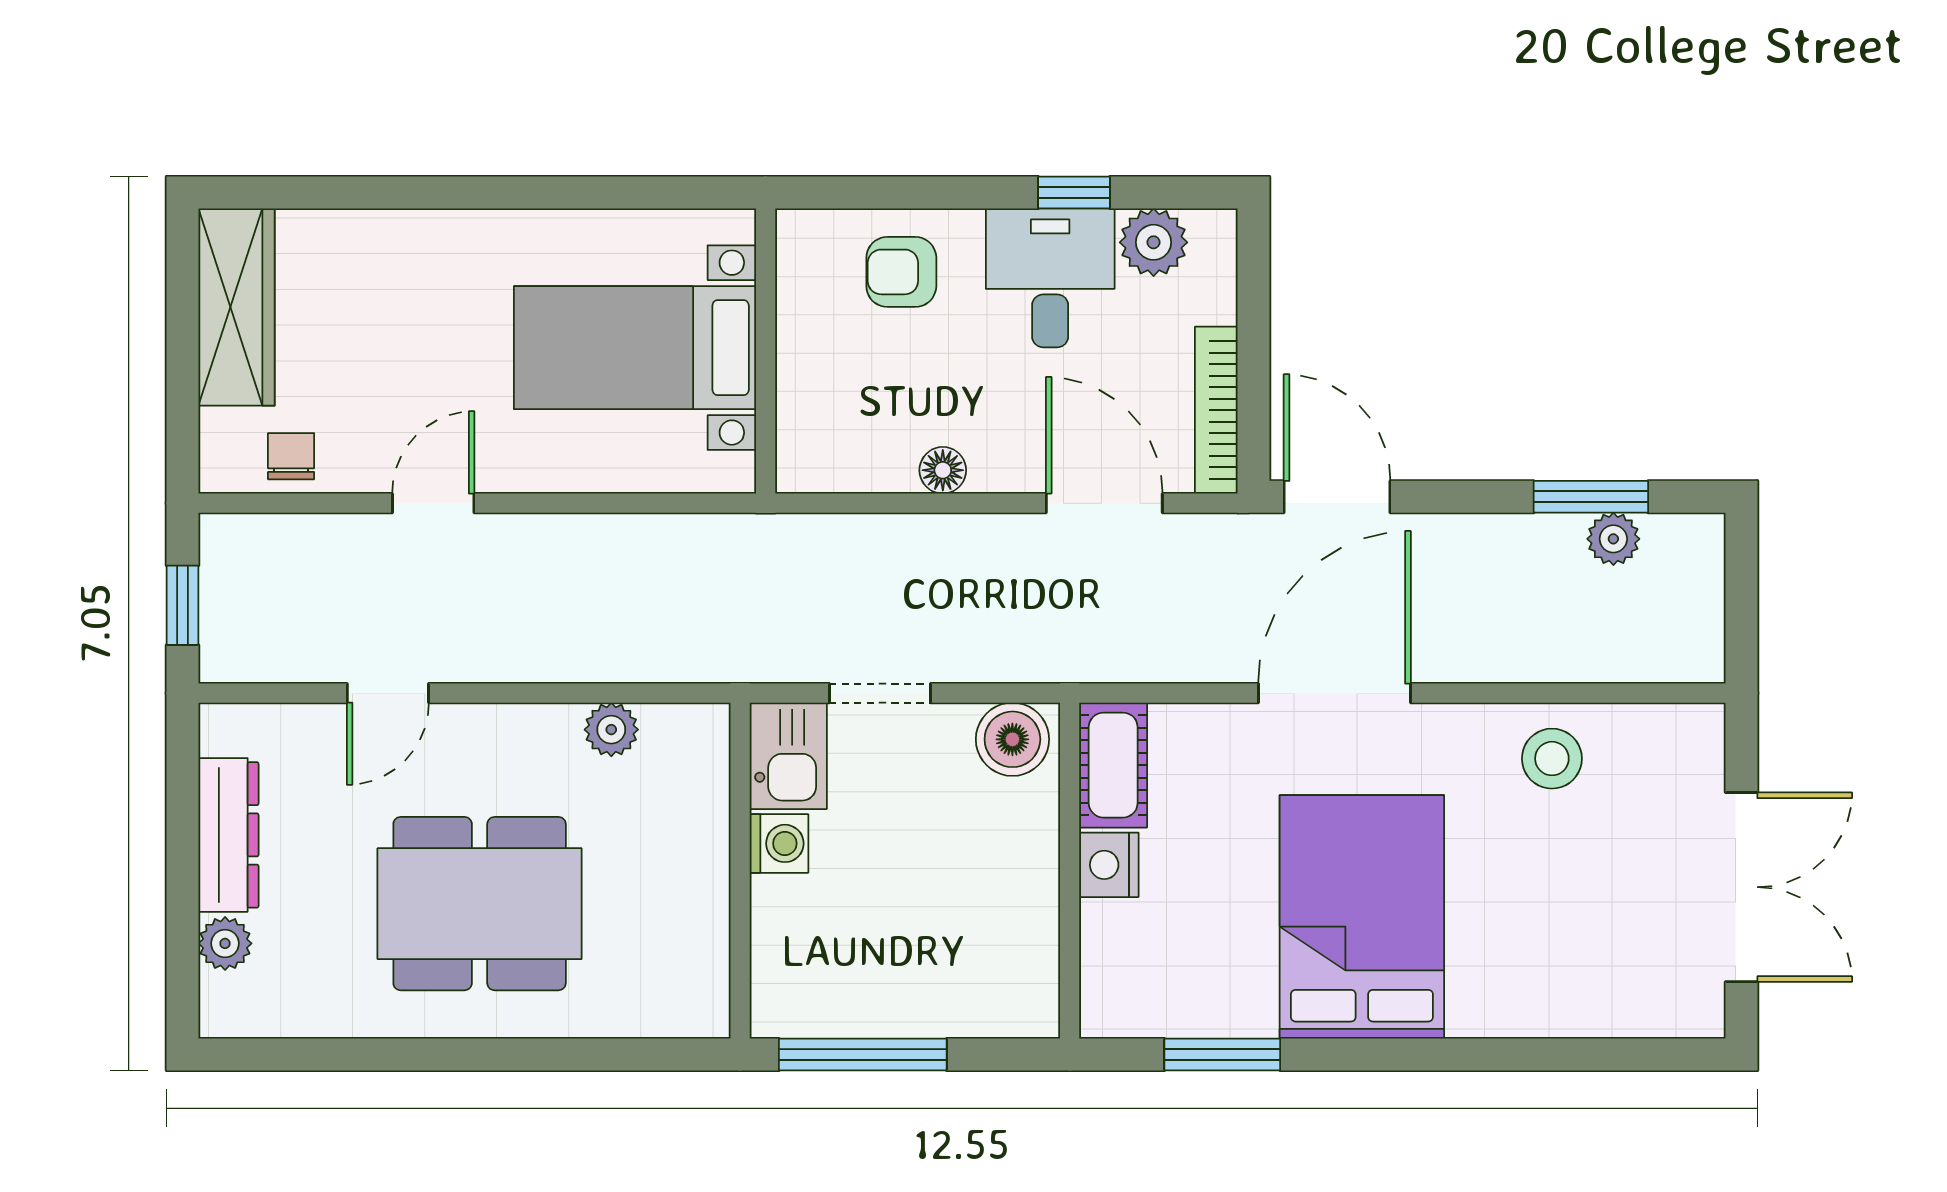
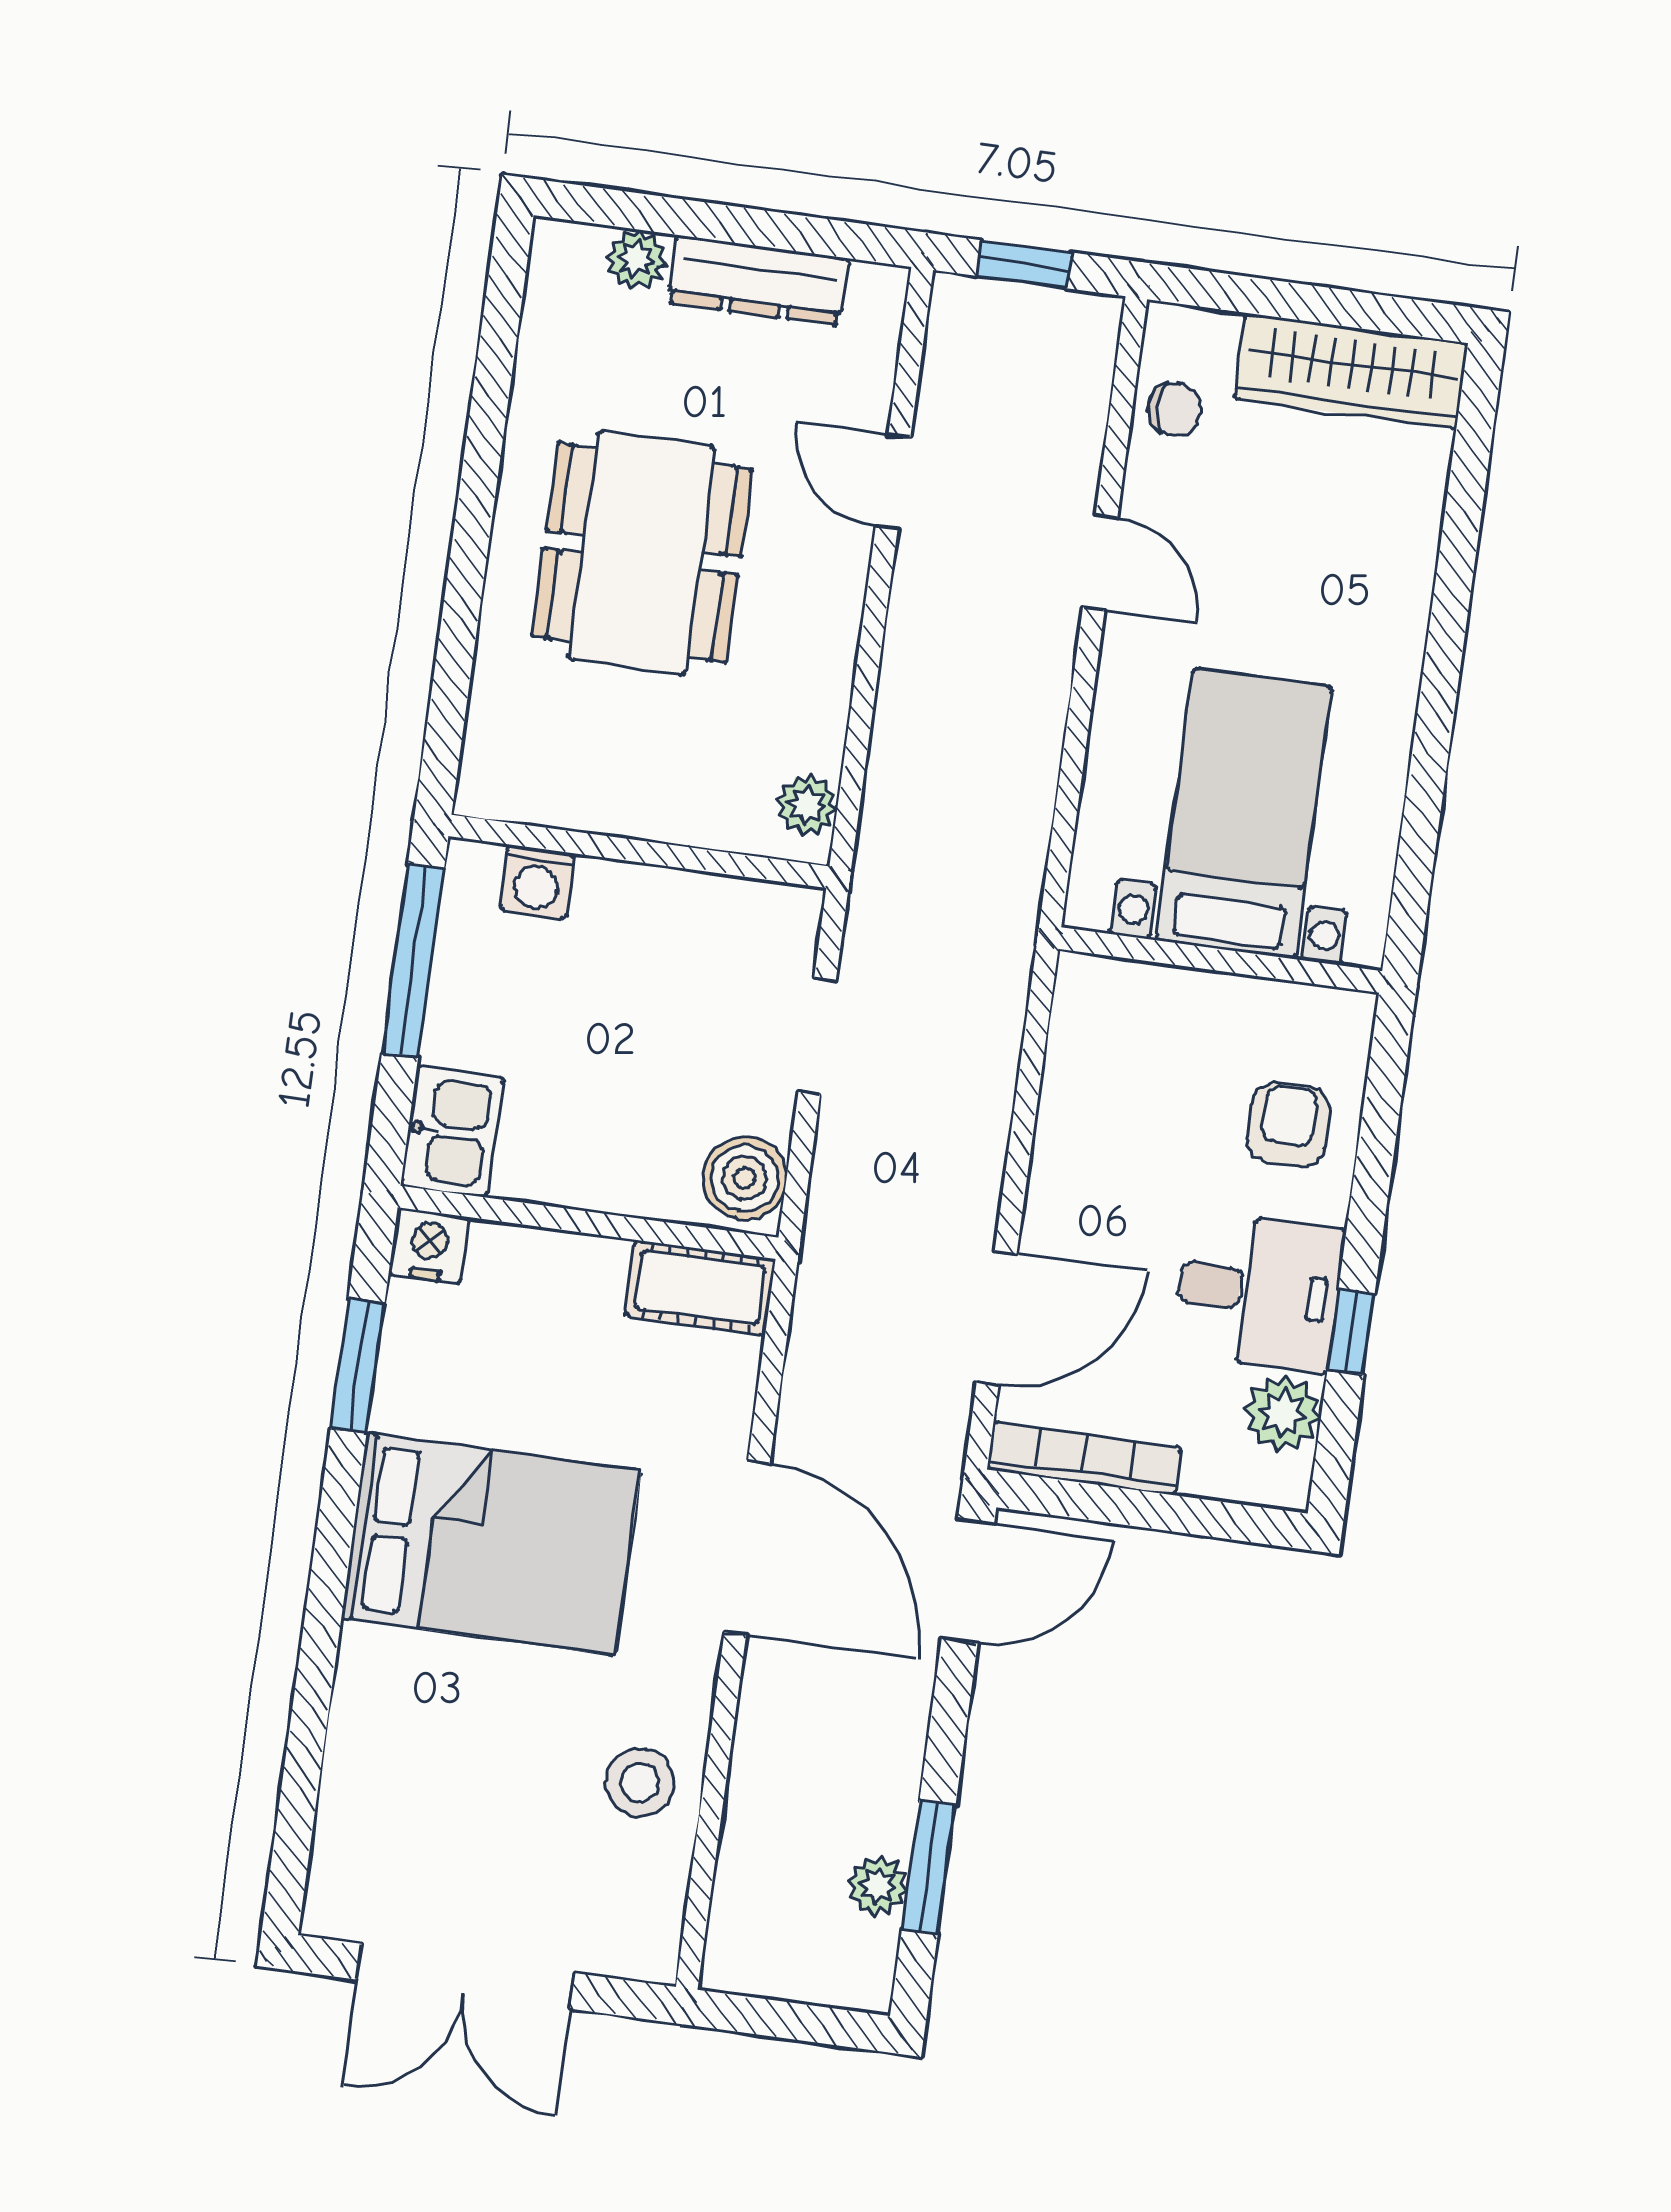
floor lamp: (943, 470) -> (1058, 1141), removed
plant: (611, 730) -> (807, 805), moved
kitchen sink: (788, 756) -> (452, 1132), moved, turned -90
washing machine: (779, 843) -> (537, 882), moved
nightstand: (1109, 865) -> (429, 1246), moved

